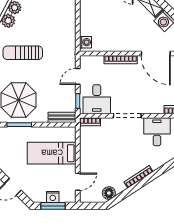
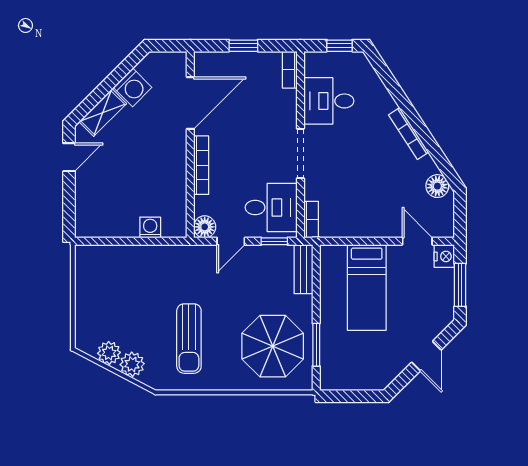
washing machine: (85, 42) -> (150, 227), moved
floor lamp: (86, 62) -> (205, 227), added
door: (78, 76) -> (231, 241), hinge flipped
nightstand: (53, 197) -> (444, 256), moved

